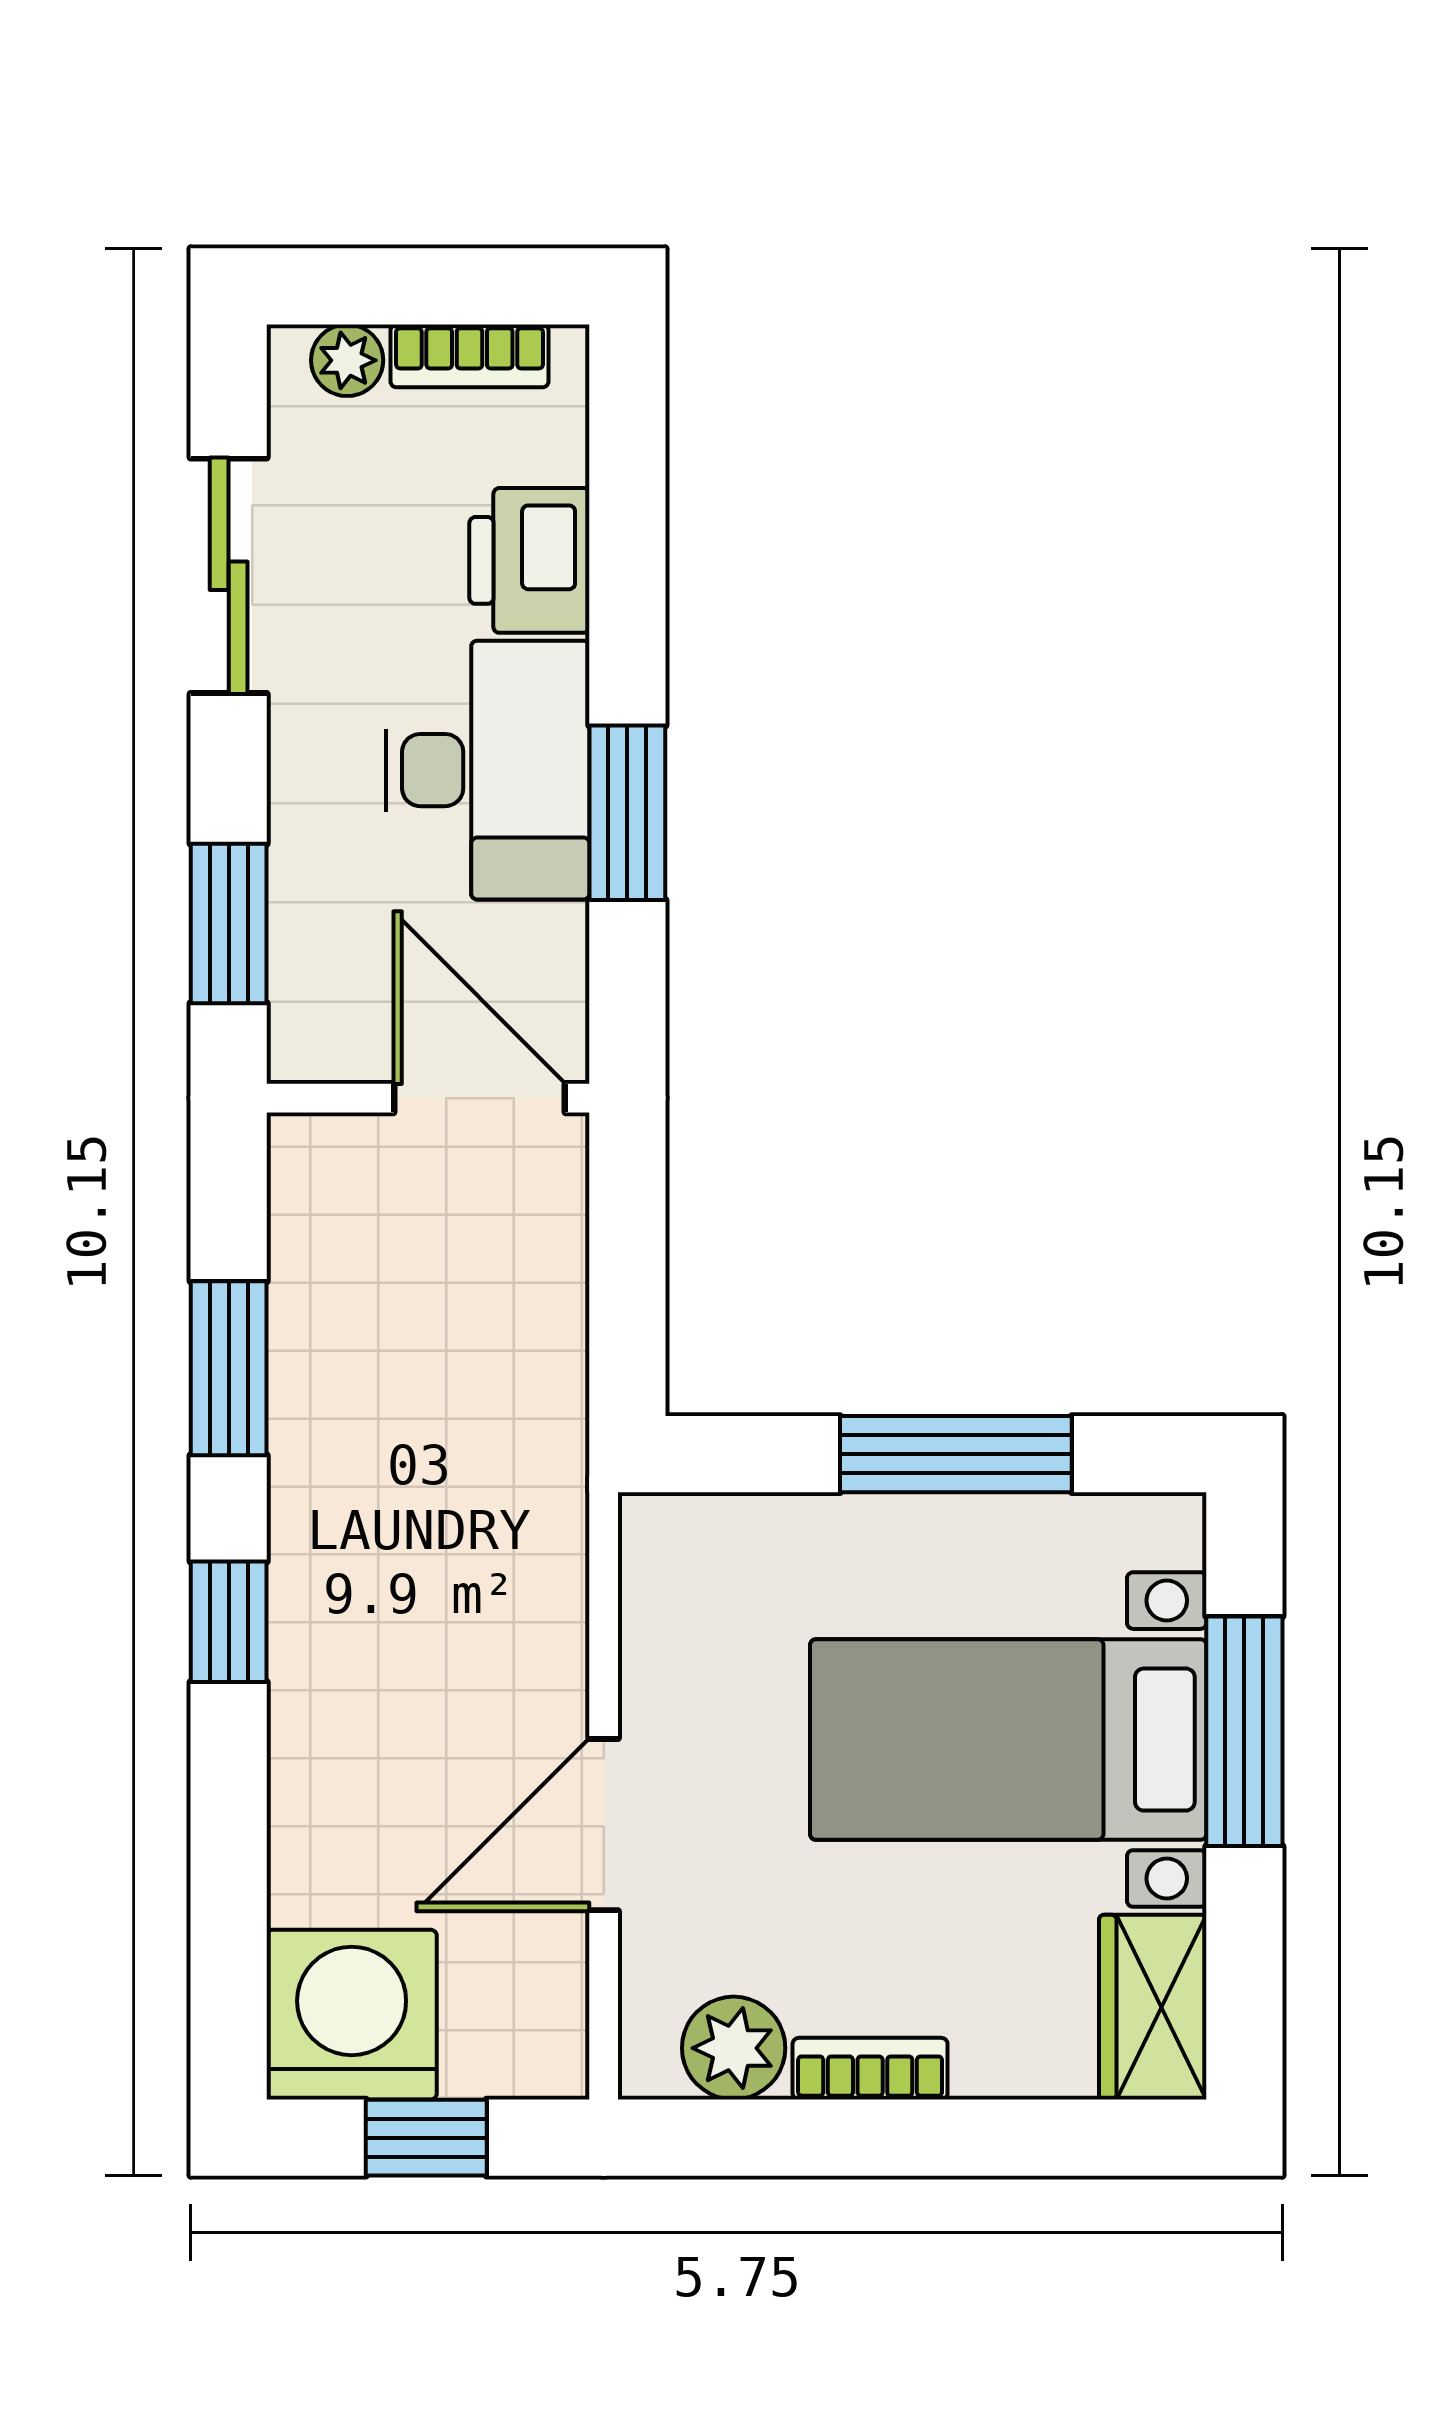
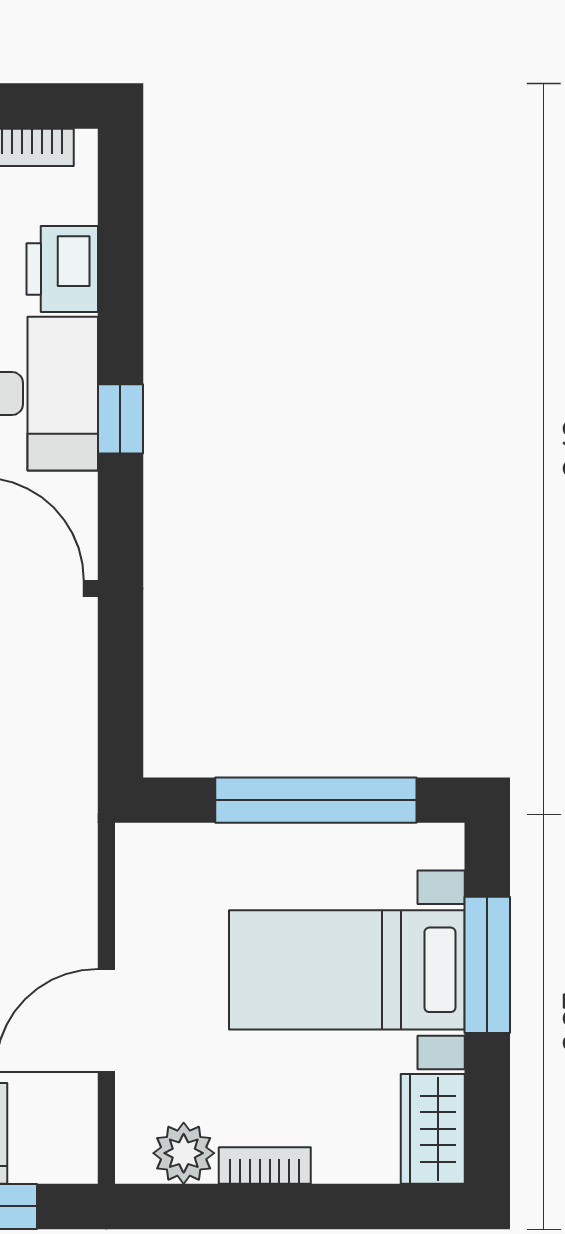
window: (627, 813) -> (120, 419), width x0.67
window: (956, 1454) -> (316, 800), width x1.46

